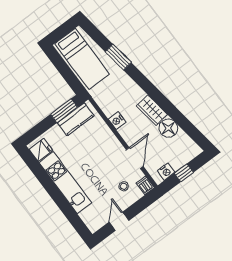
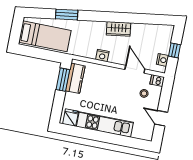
floor lamp: (168, 128) -> (139, 31), removed

